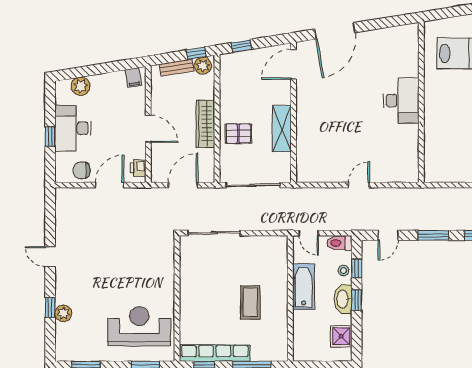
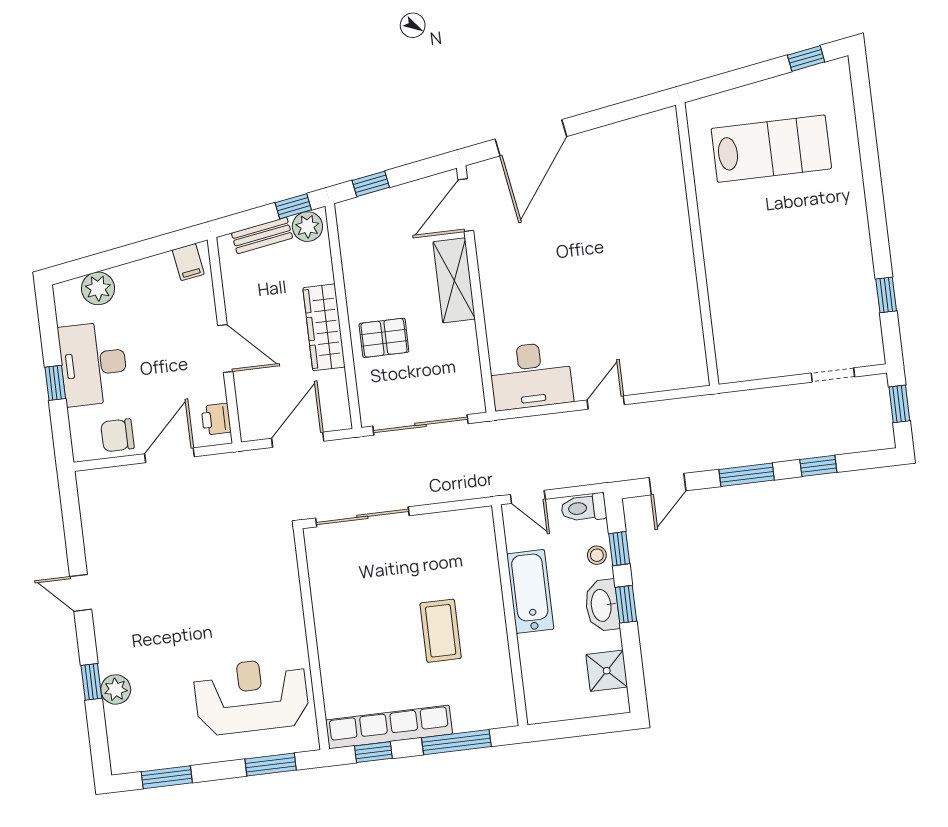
desk: (401, 101) -> (531, 376), moved, turned 90
shelving: (282, 129) -> (454, 280), moved

